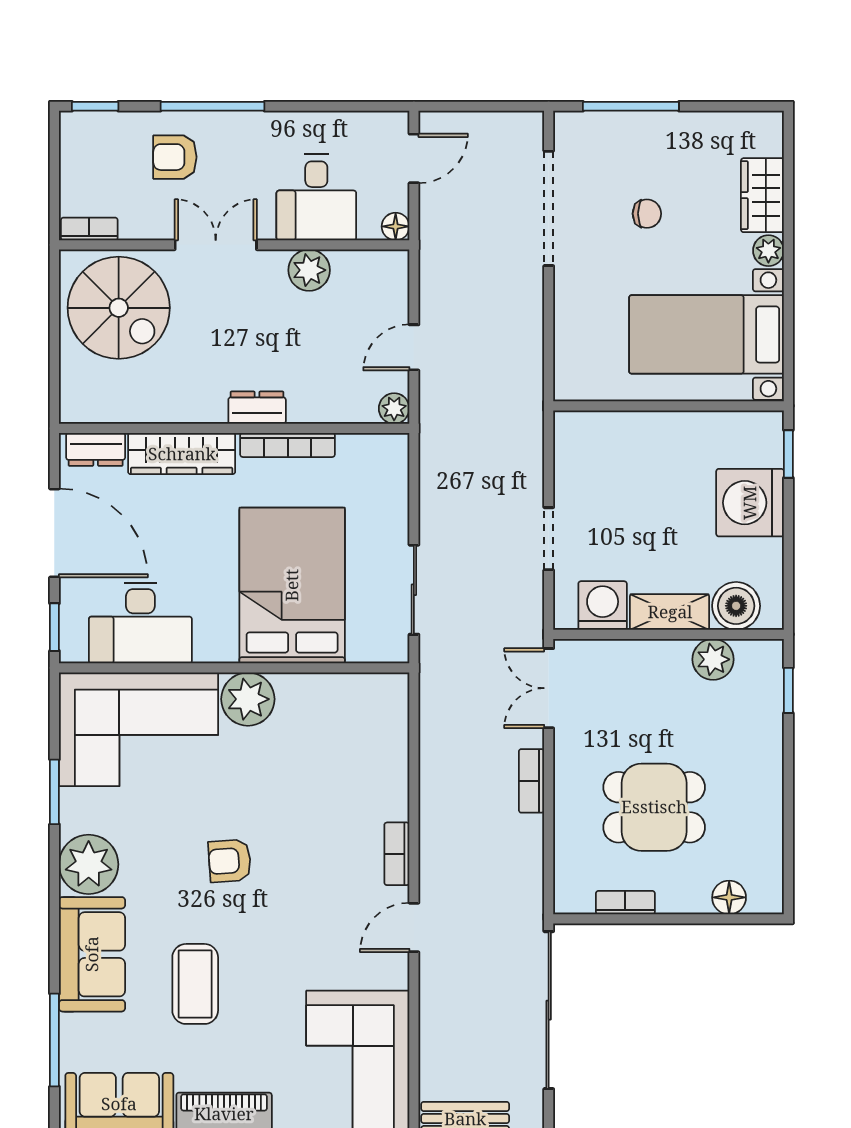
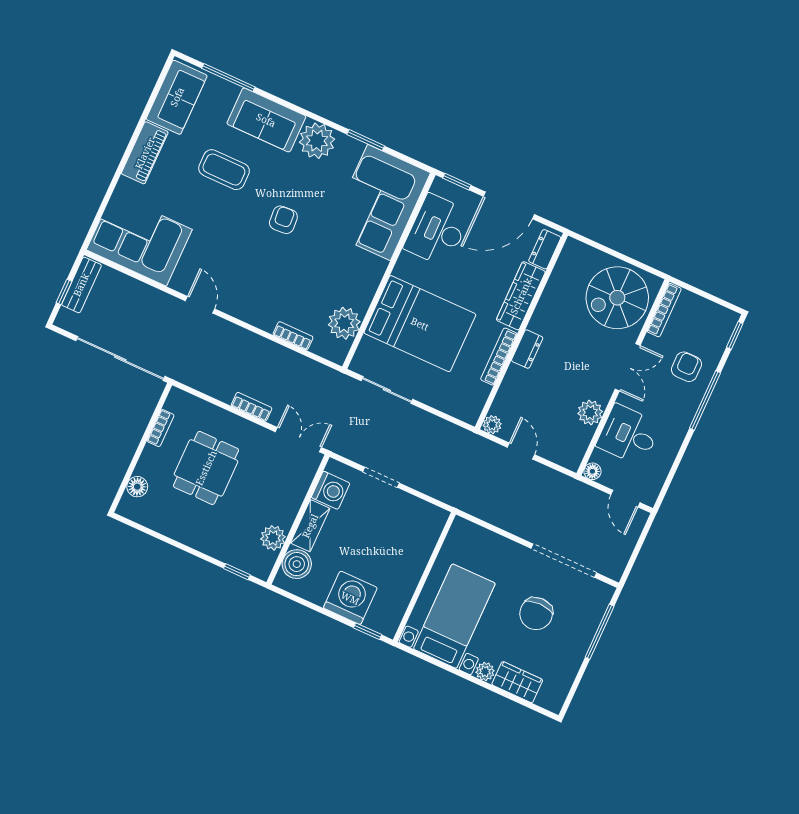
chair: (647, 214) -> (536, 614), width x1.87, depth x1.87
bookcase: (89, 229) -> (664, 310), width x1.56
plant: (248, 699) -> (344, 323), moved
bookcase: (397, 854) -> (293, 336), moved

